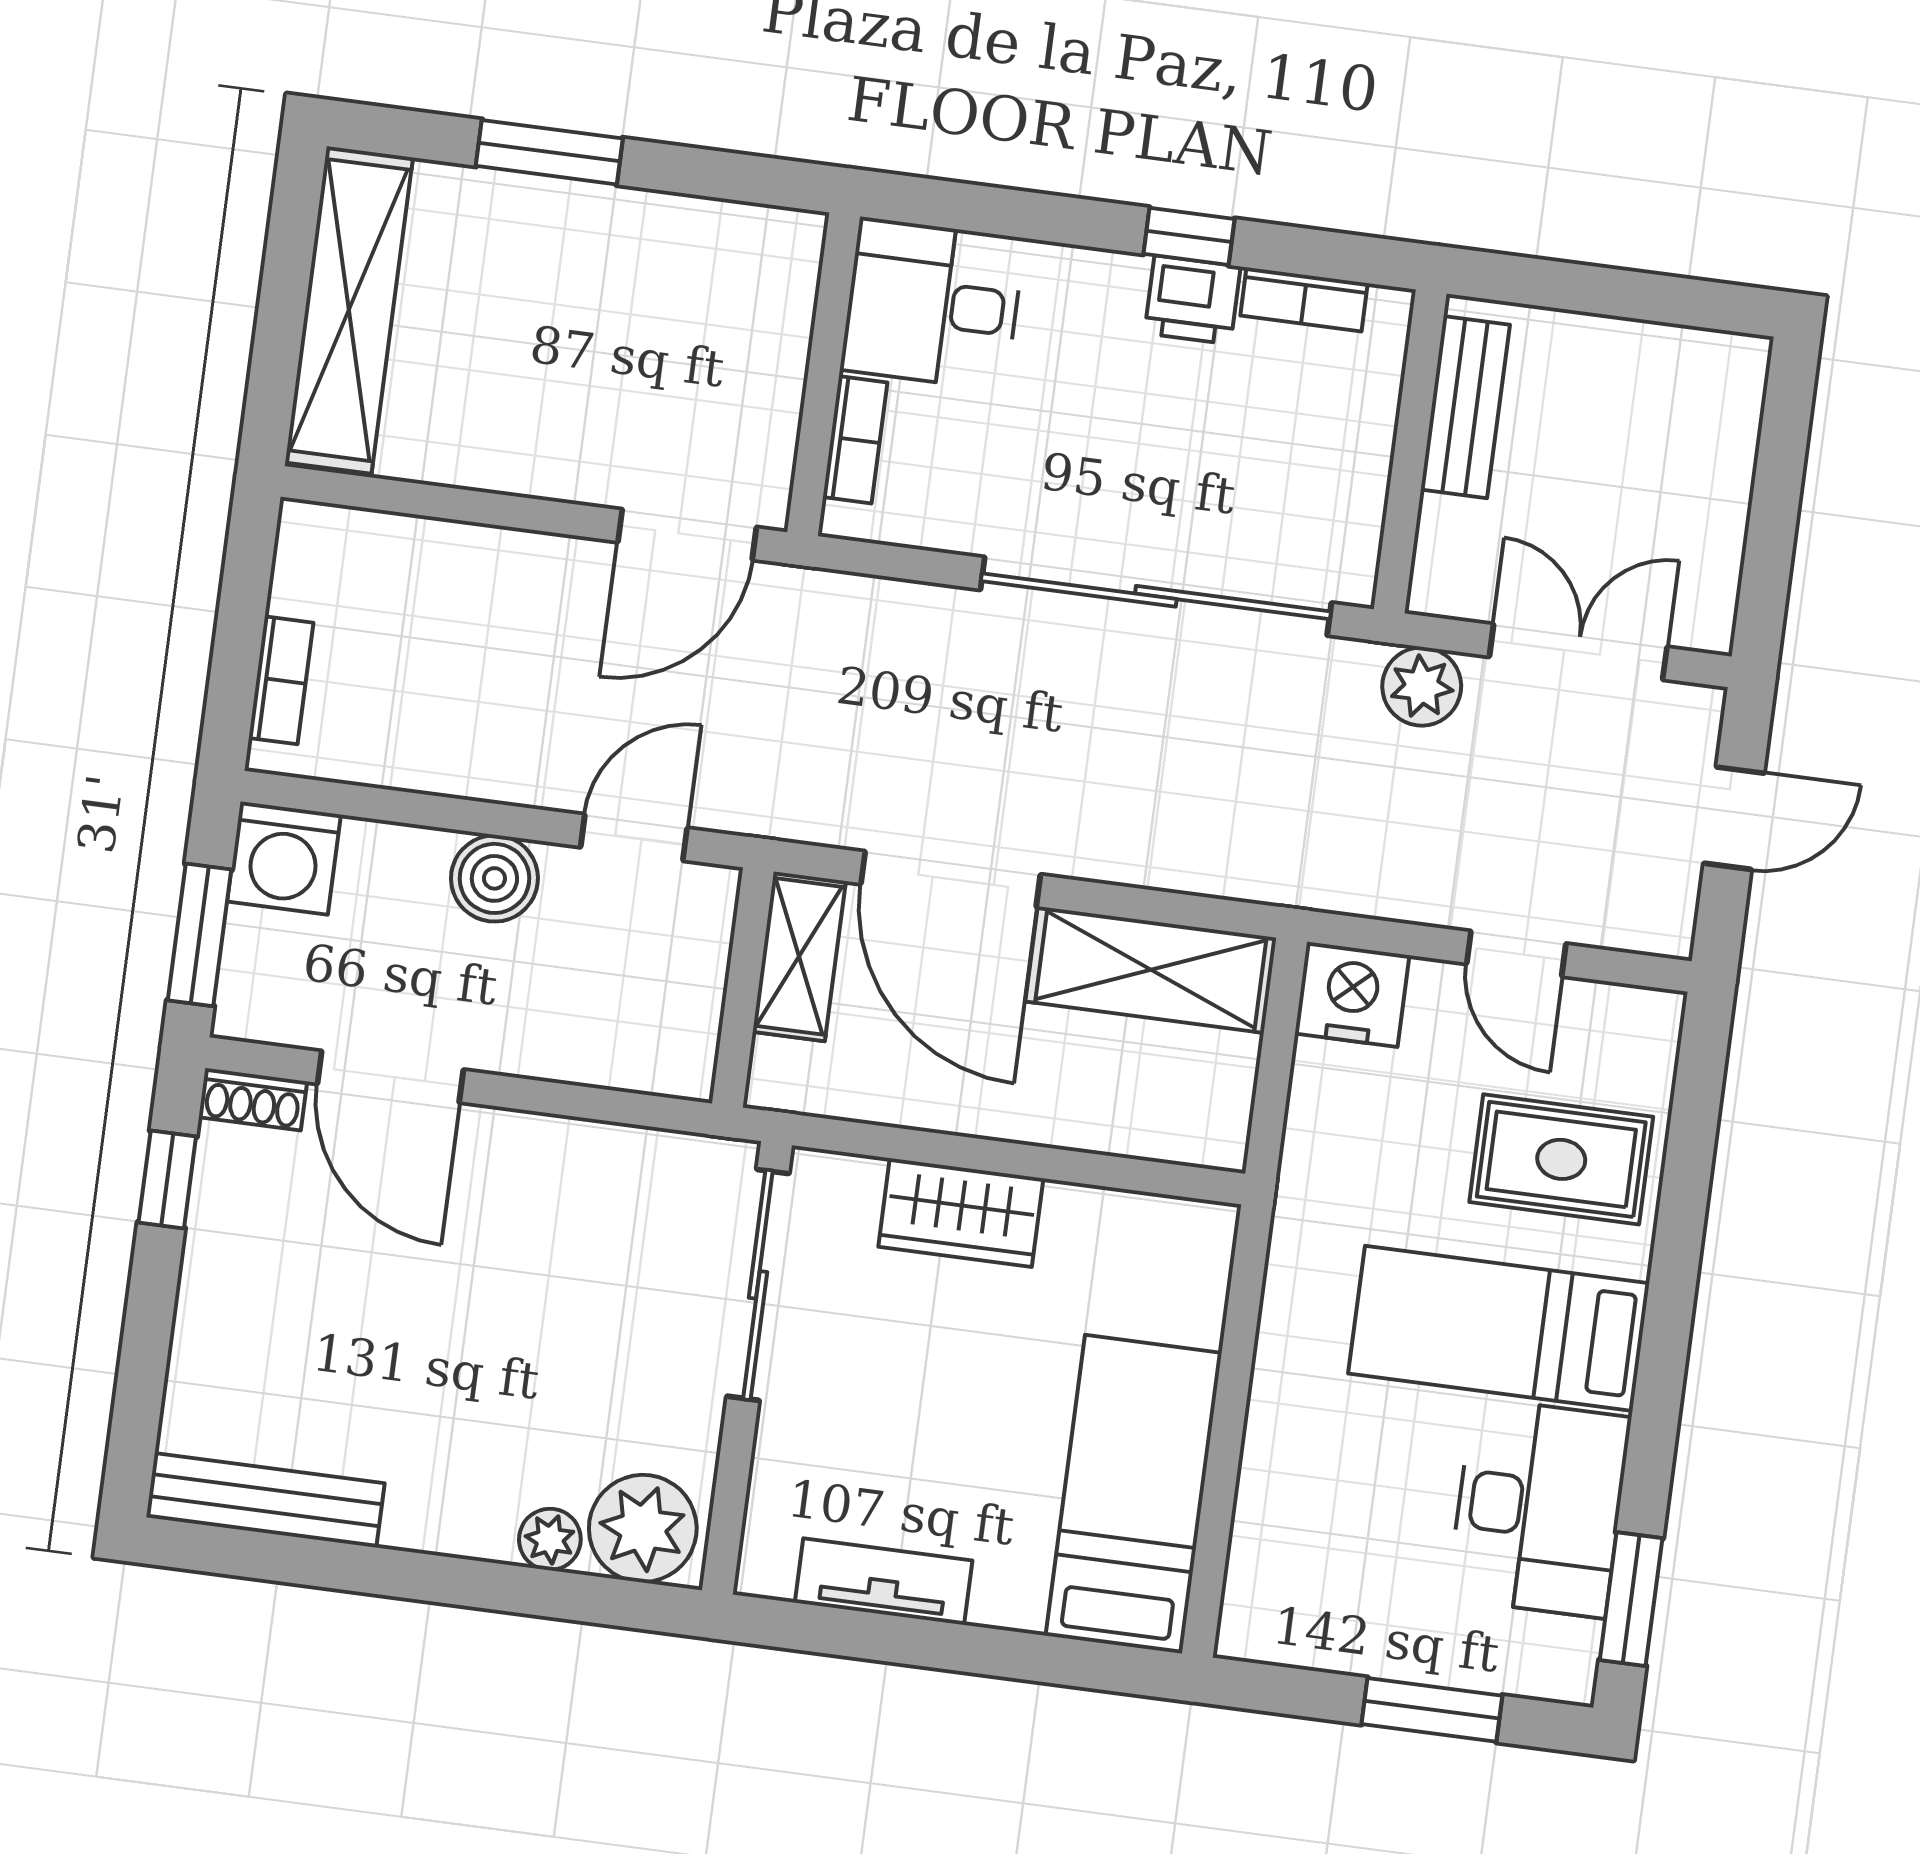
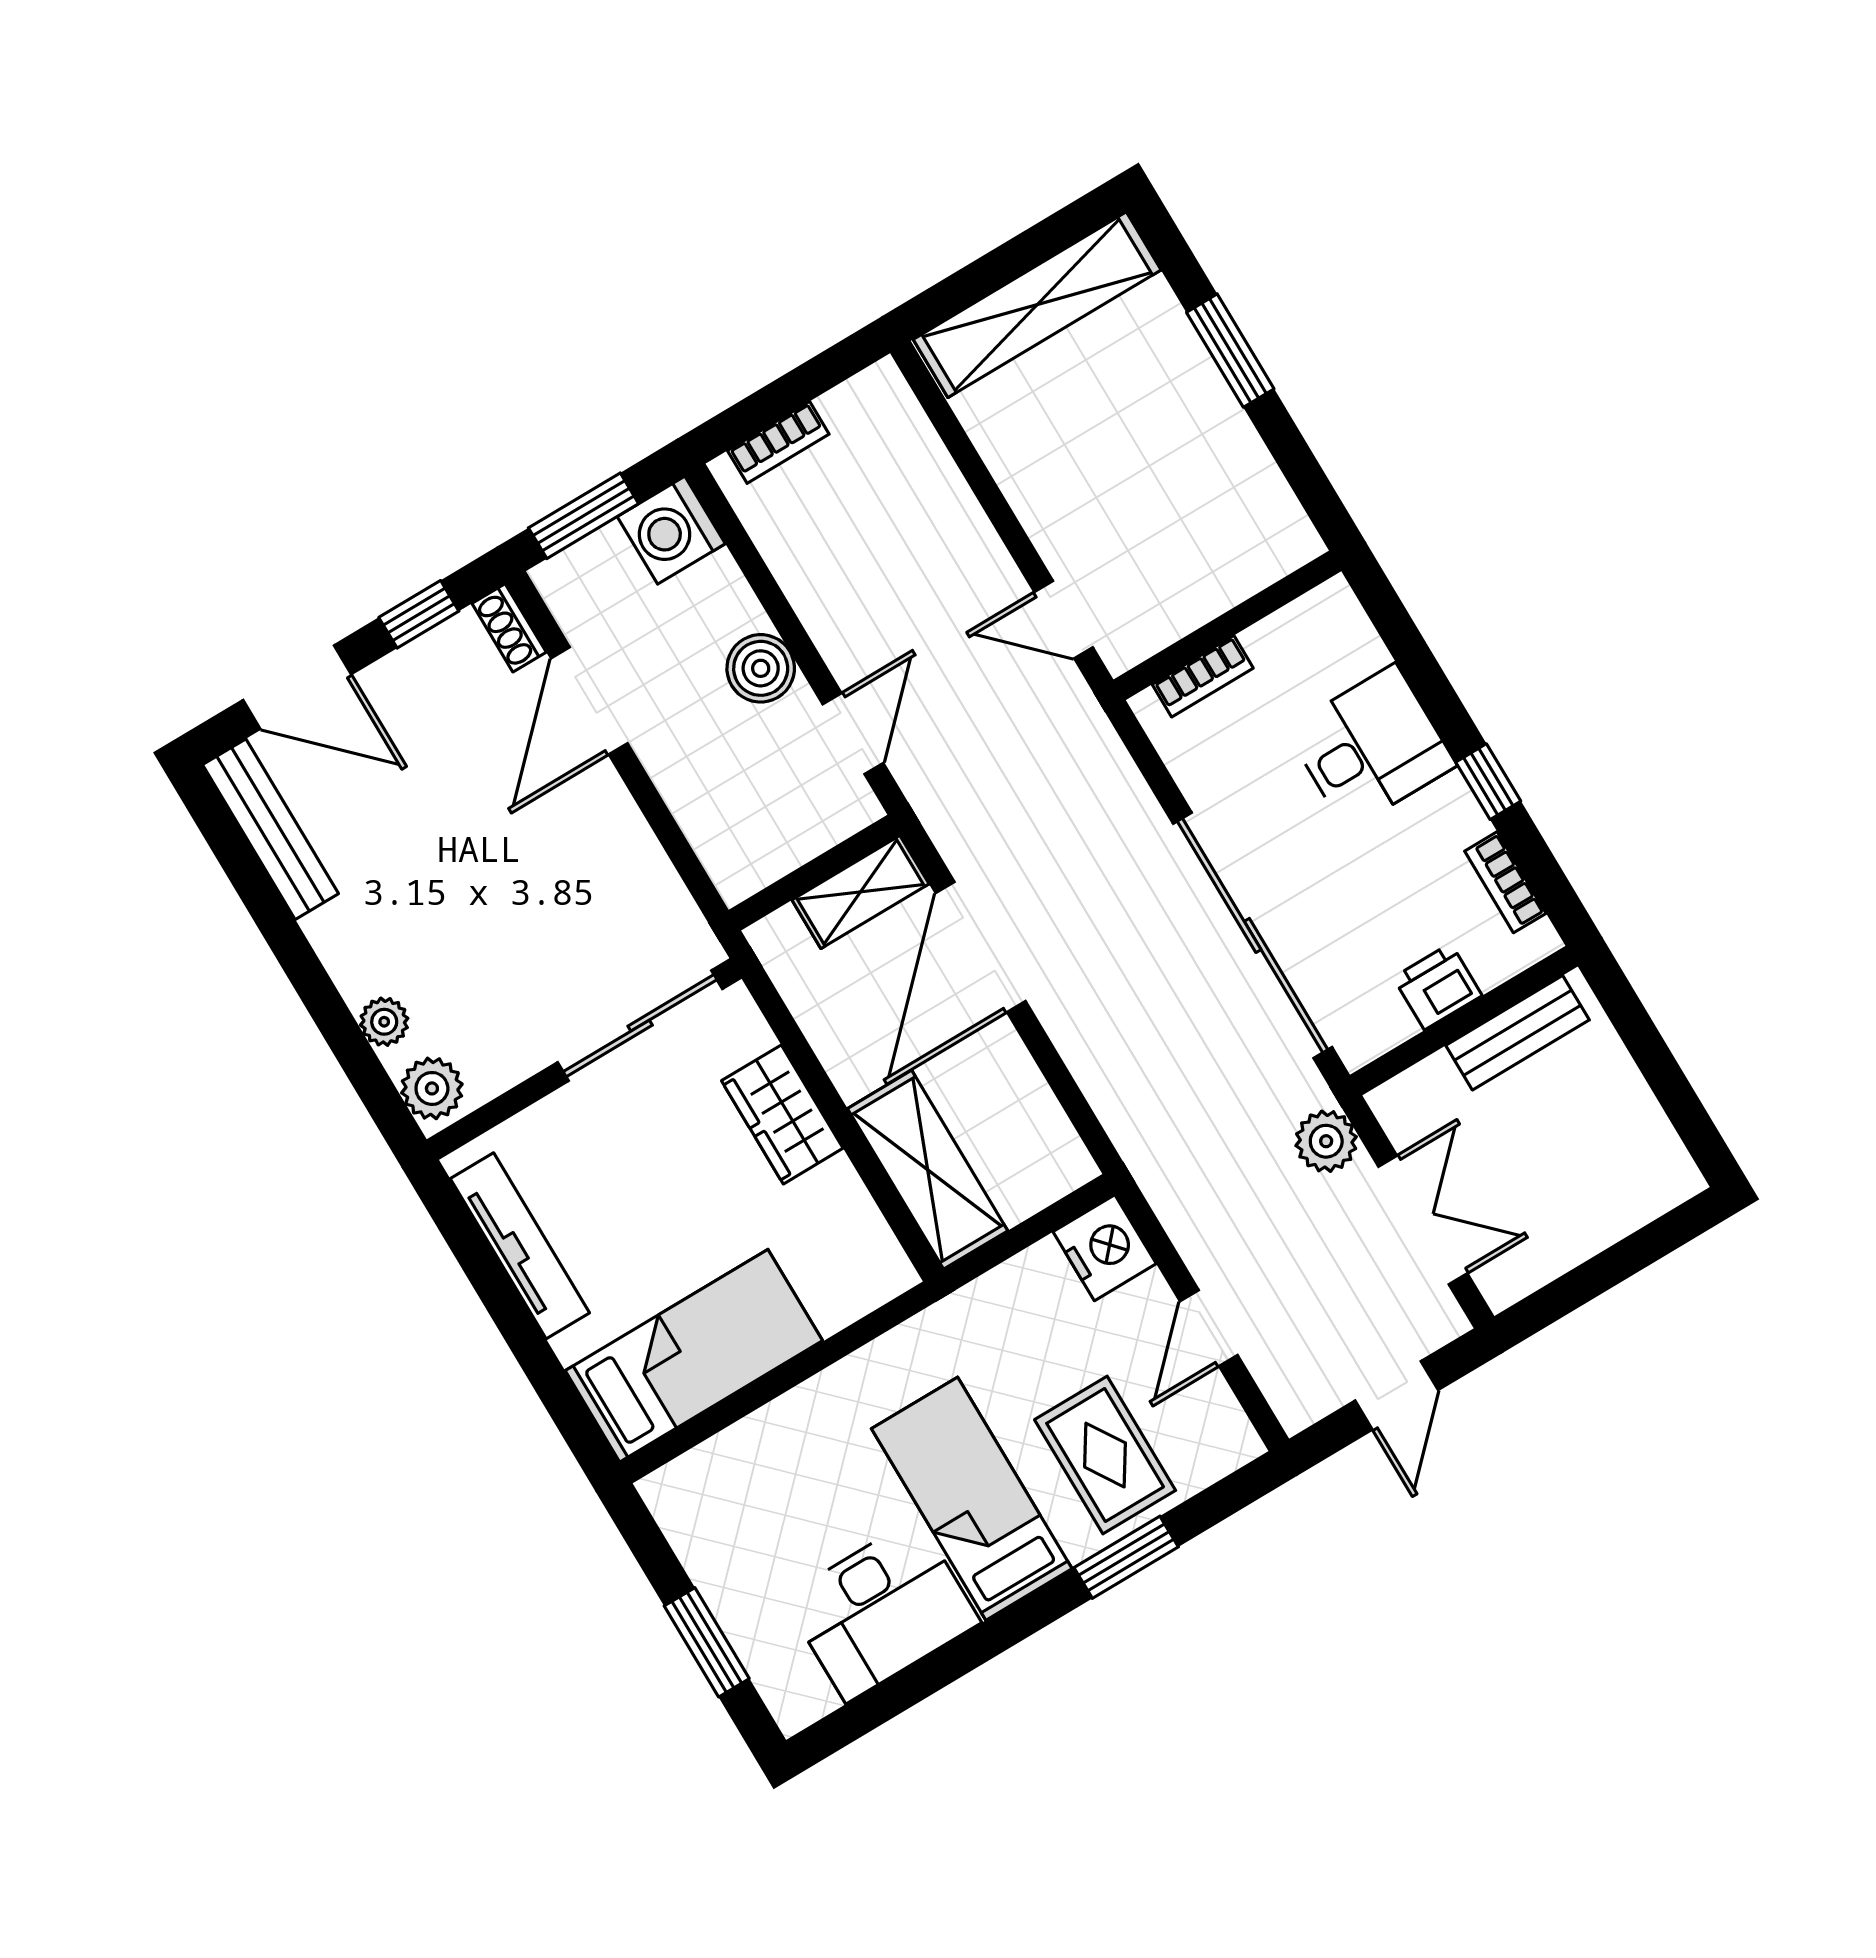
printer: (1192, 300) -> (1438, 987), moved, turned 90
desk: (933, 304) -> (1371, 747), moved, turned 90
door: (687, 535) -> (1064, 620), width x0.73
door: (1734, 818) -> (1397, 1395), hinge flipped
door: (634, 838) -> (853, 734), hinge flipped
shelving: (1151, 970) -> (928, 1170), moved
door: (144, 1360) -> (297, 687), added
plant: (643, 1528) -> (432, 1088), width x0.73, depth x0.73
tv unit: (884, 1582) -> (520, 1246), width x1.41
window: (1631, 1599) -> (1126, 1557), moved

